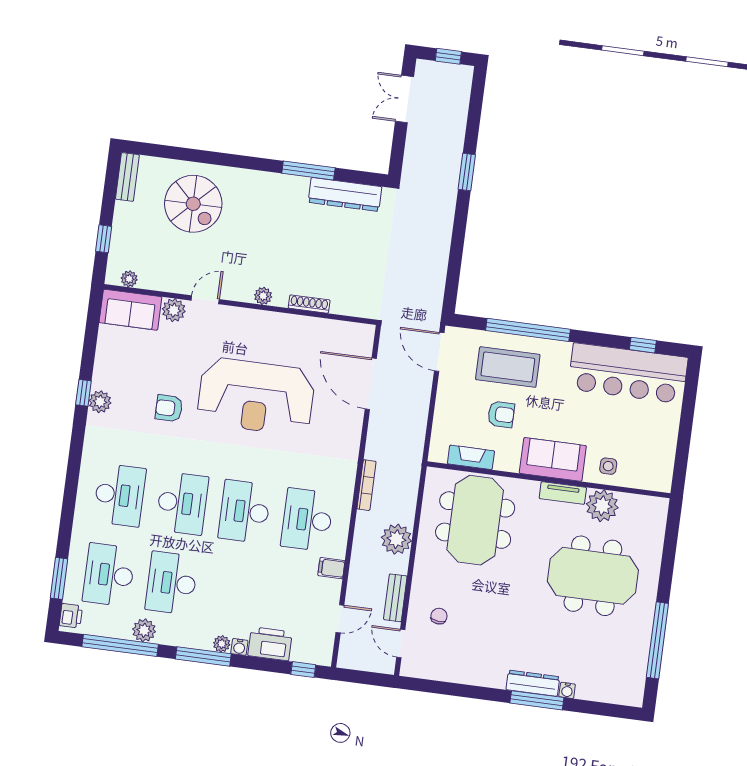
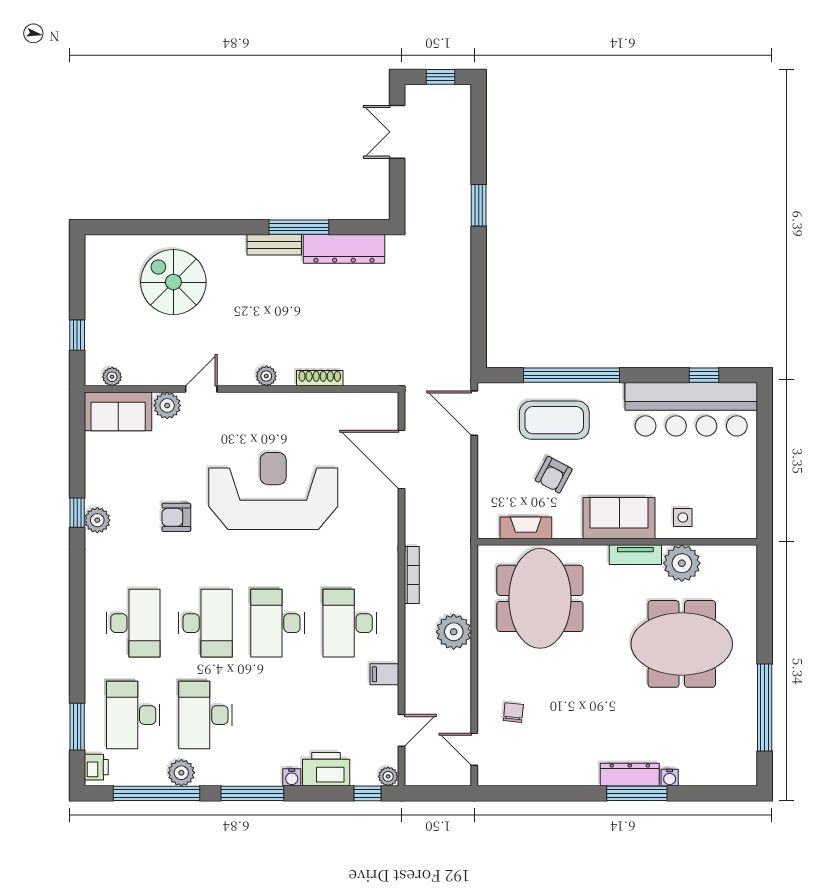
bench: (127, 177) -> (274, 245), moved, turned 90
spiral stairs: (193, 204) -> (173, 282), turned 180
reception desk: (256, 396) -> (273, 491), turned 180
armchair: (501, 414) -> (554, 475), turned 118
bench: (395, 598) -> (461, 698), removed
plant: (222, 644) -> (388, 776), moved

